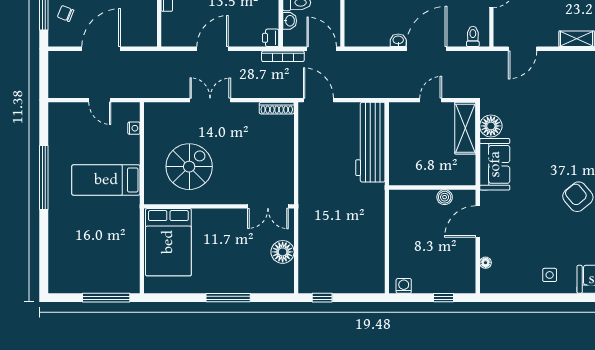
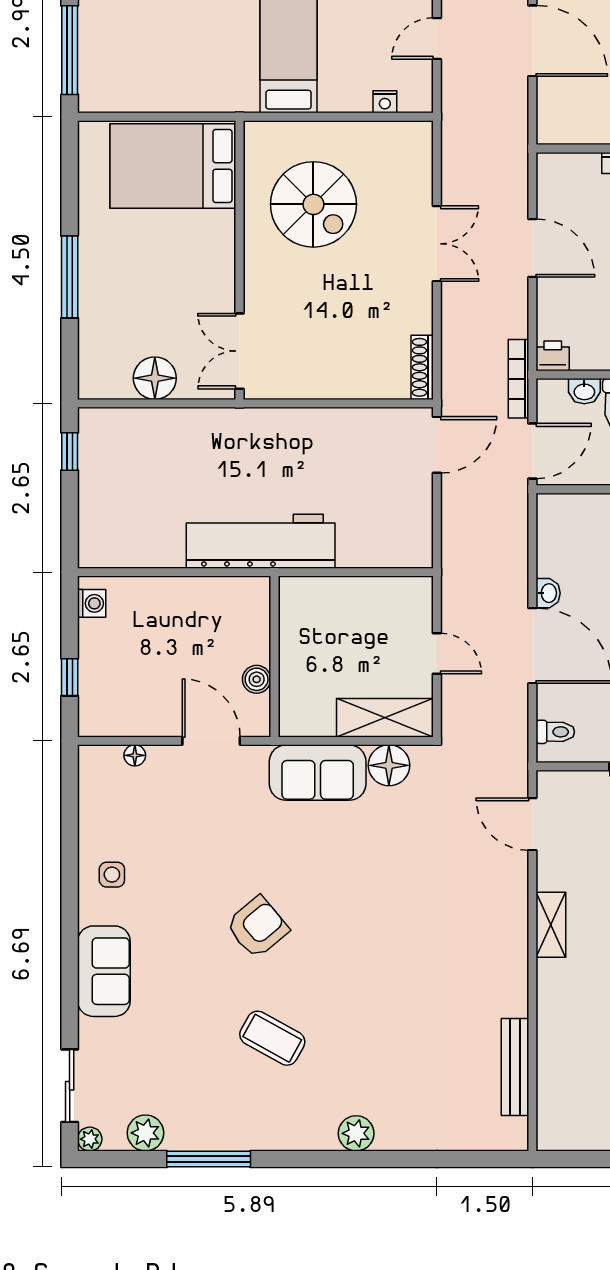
workbench: (370, 142) -> (261, 541), moved

